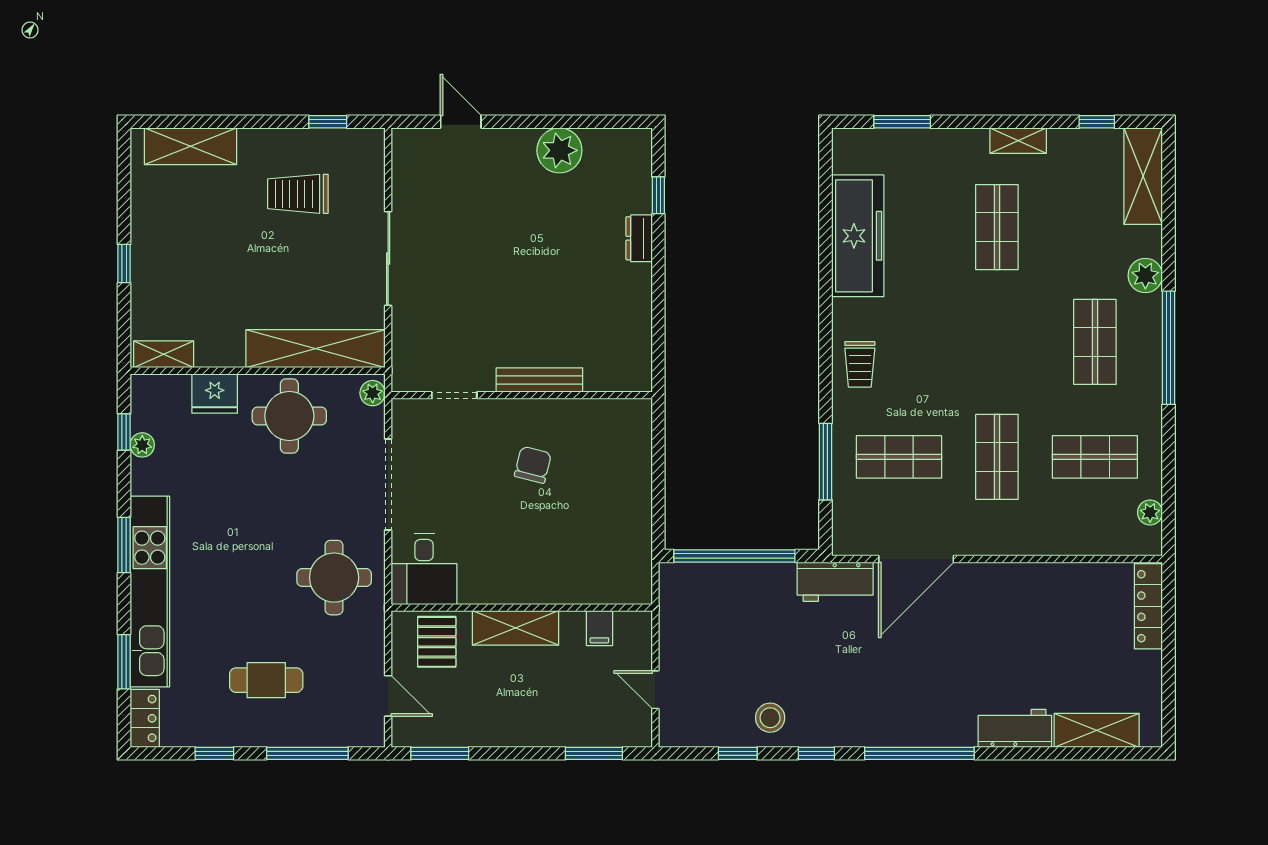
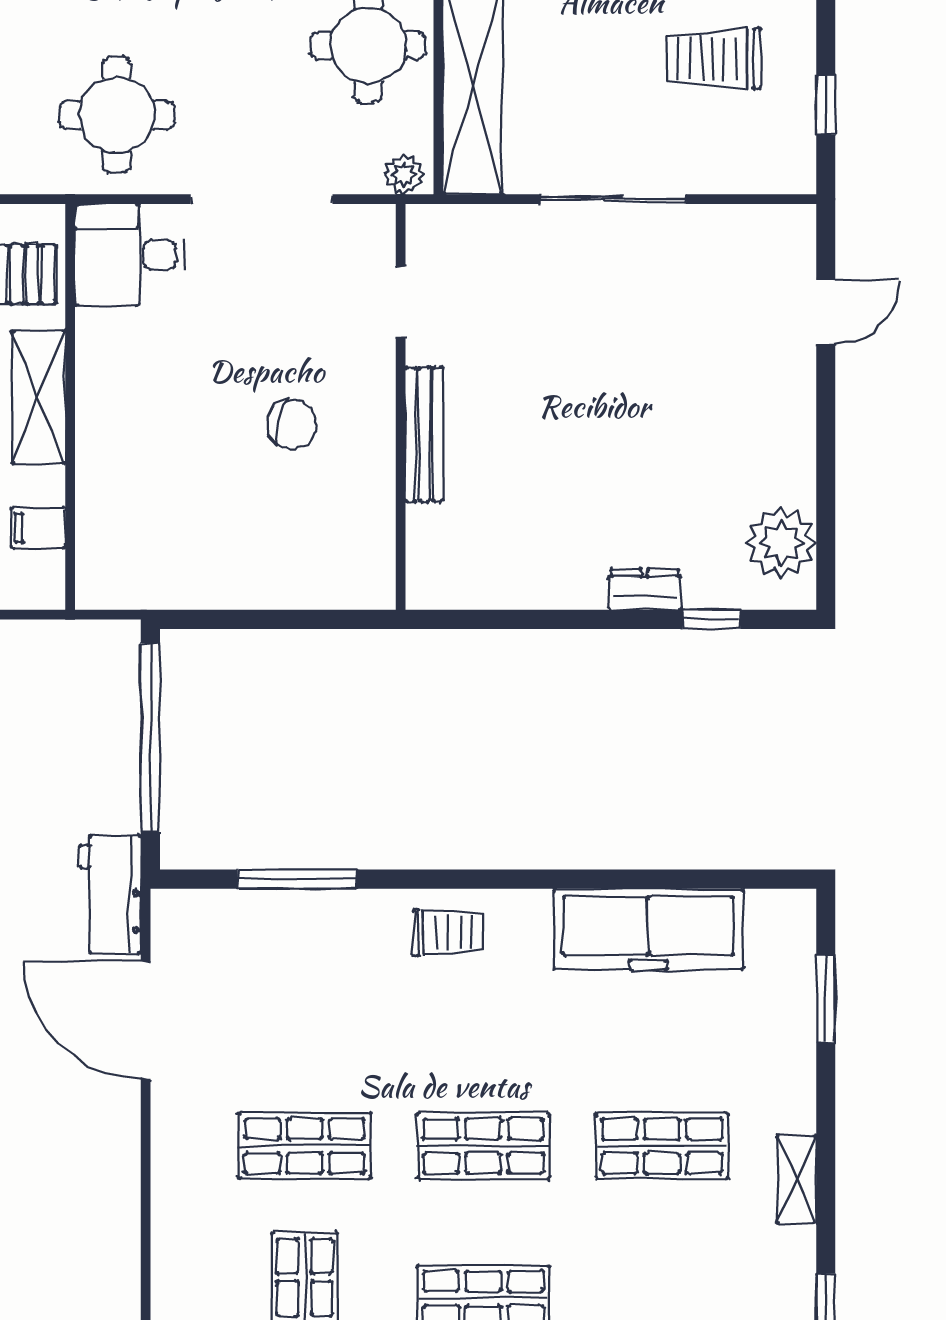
plant: (559, 150) -> (781, 543), moved
trolley: (298, 194) -> (714, 59), turned -90
trolley: (860, 364) -> (448, 933), turned 180
shop shelf: (899, 457) -> (483, 1146), moved, turned 90

